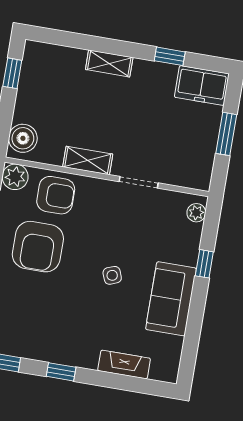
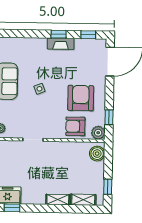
window: (170, 56) -> (12, 208), moved
shelving: (88, 160) -> (83, 200), moved
fireplace: (124, 364) -> (61, 44), moved

